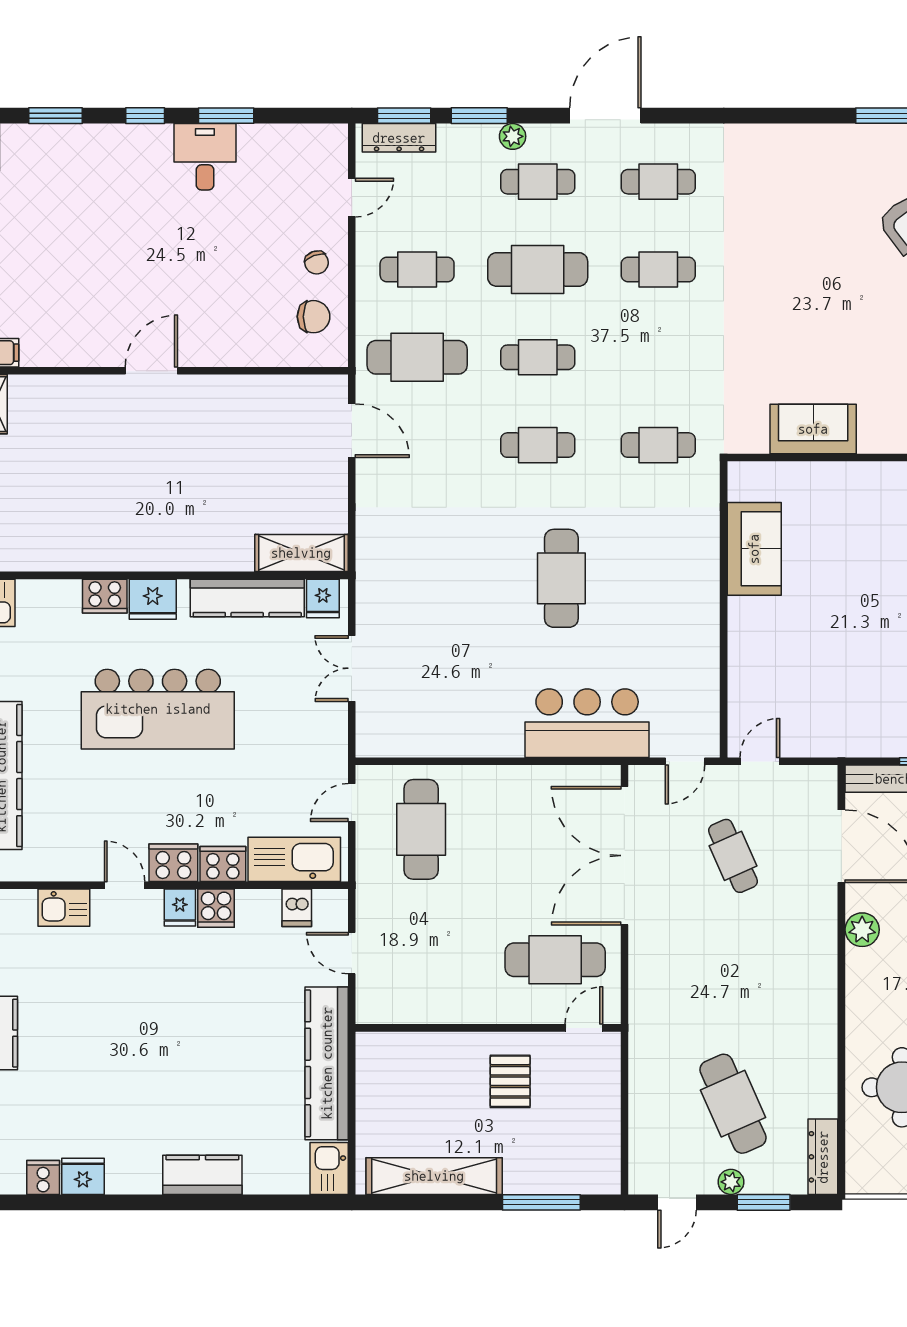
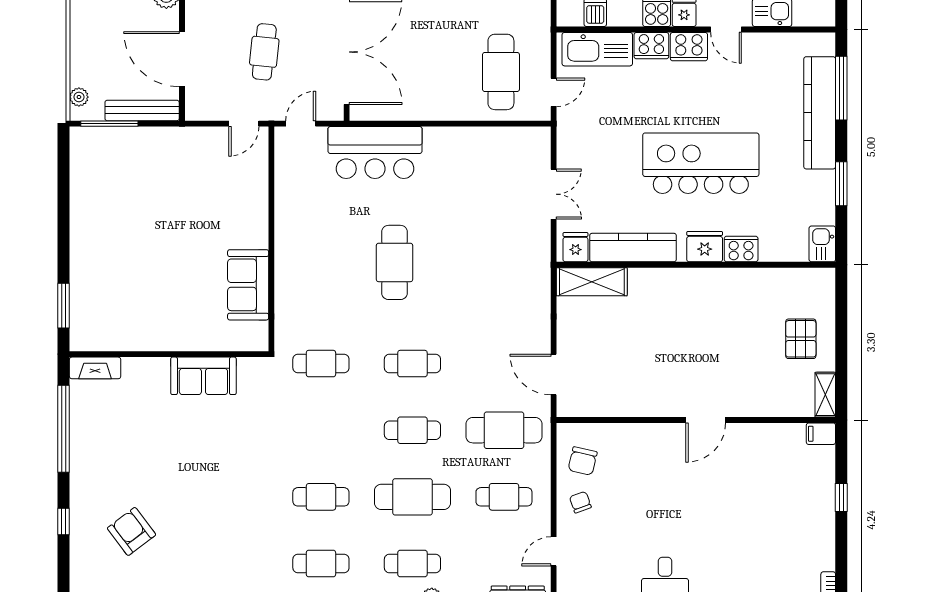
chair: (314, 317) -> (583, 461), turned -77
pallet: (26, 478) -> (801, 339), added
cafe table: (733, 856) -> (264, 52), turned 30

